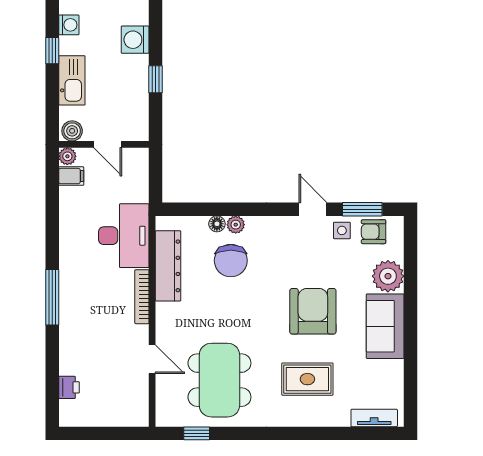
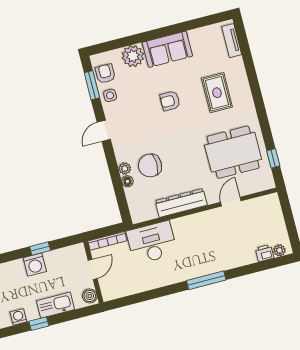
washing machine: (135, 40) -> (35, 265), moved
plant: (67, 156) -> (279, 250), moved
filing cabinet: (71, 176) -> (121, 289), removed
door: (313, 209) -> (104, 131), moved
armchair: (374, 232) -> (105, 74), turned 180
chair: (231, 261) -> (150, 166), turned 180
dresser: (168, 266) -> (181, 203), moved
bookcase: (142, 297) -> (107, 241), moved
armchair: (313, 311) -> (170, 101), width x0.53, depth x0.53

